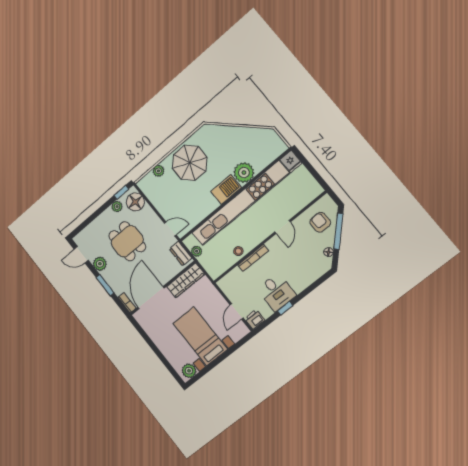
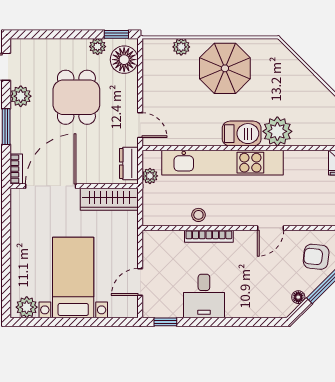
kitchen unit: (240, 204) -> (223, 163), width x0.73
armchair: (320, 222) -> (316, 257), turned -84
window: (285, 308) -> (165, 322), moved
printer: (255, 319) -> (154, 307), removed

